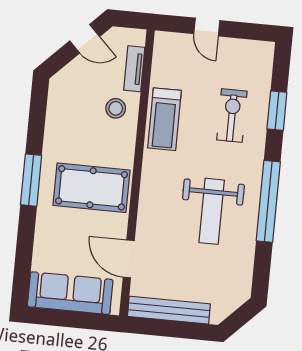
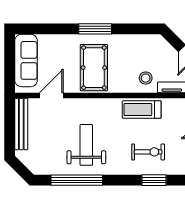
window: (268, 201) -> (77, 180), moved
weight bench: (212, 211) -> (86, 145), turned 90

